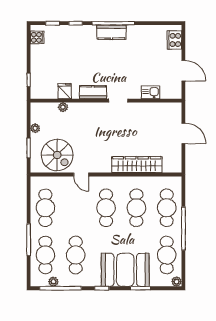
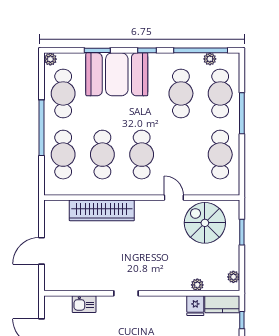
kitchen counter: (93, 92) -> (222, 304), moved
plant: (35, 128) -> (233, 277), moved
door: (183, 133) -> (41, 251), hinge flipped

